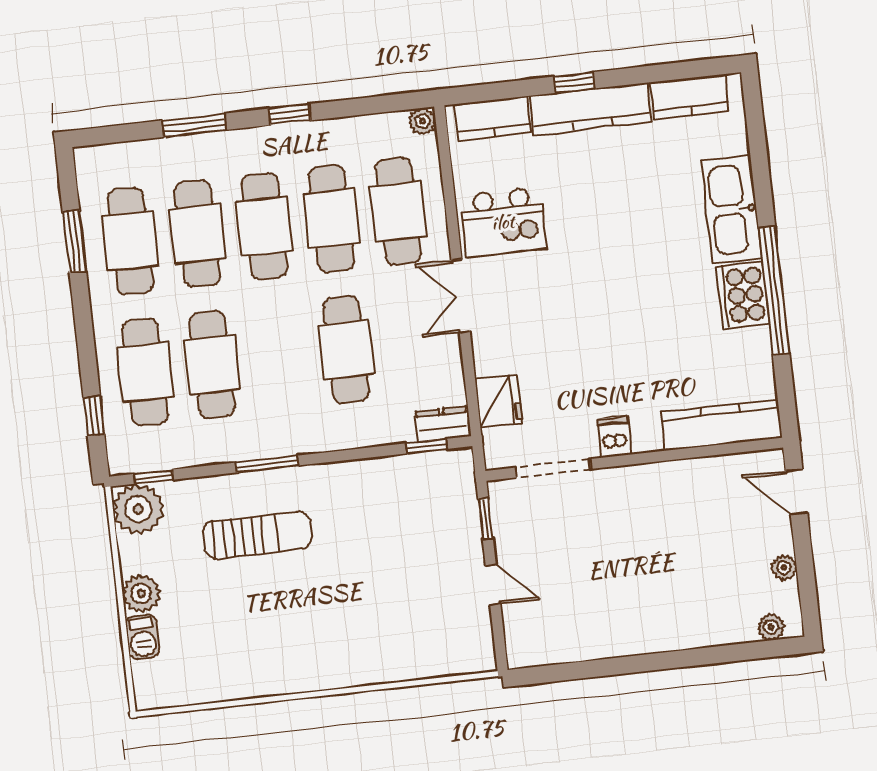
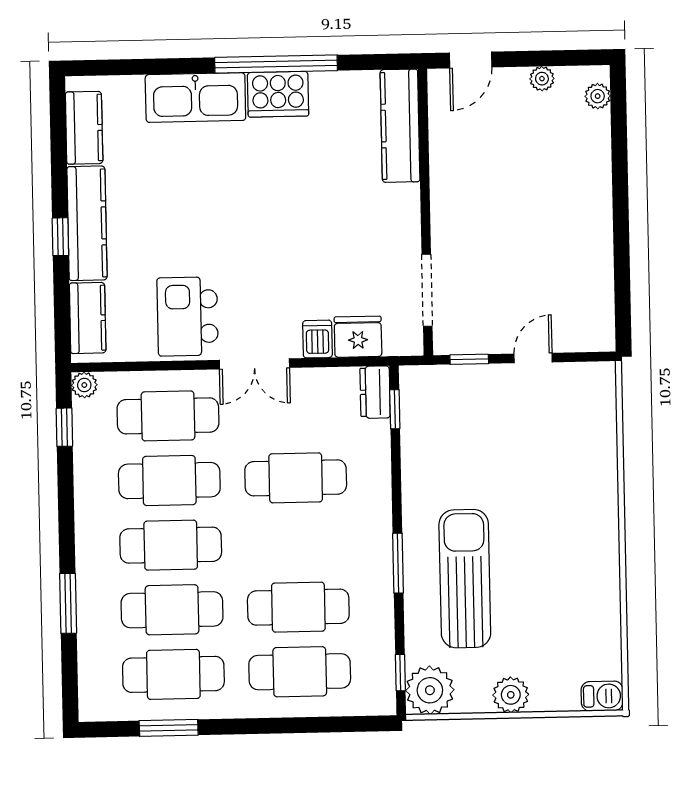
window: (290, 114) -> (64, 427), moved
kitchen island: (503, 222) -> (188, 316), turned 180
window: (94, 416) -> (337, 724), removed
dishwasher: (614, 437) -> (317, 339), moved, turned 90
sun lounger: (257, 535) -> (465, 579), width x1.36, depth x1.34
barbecue: (143, 637) -> (602, 696), moved

